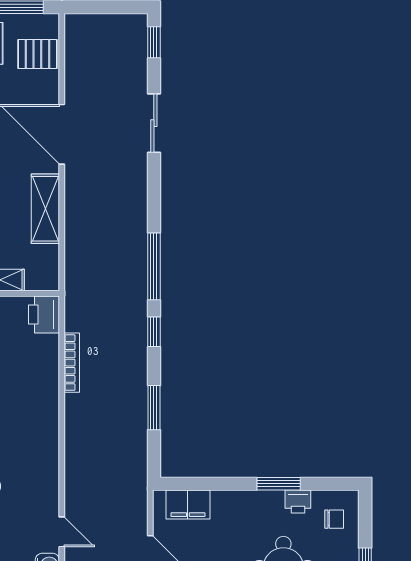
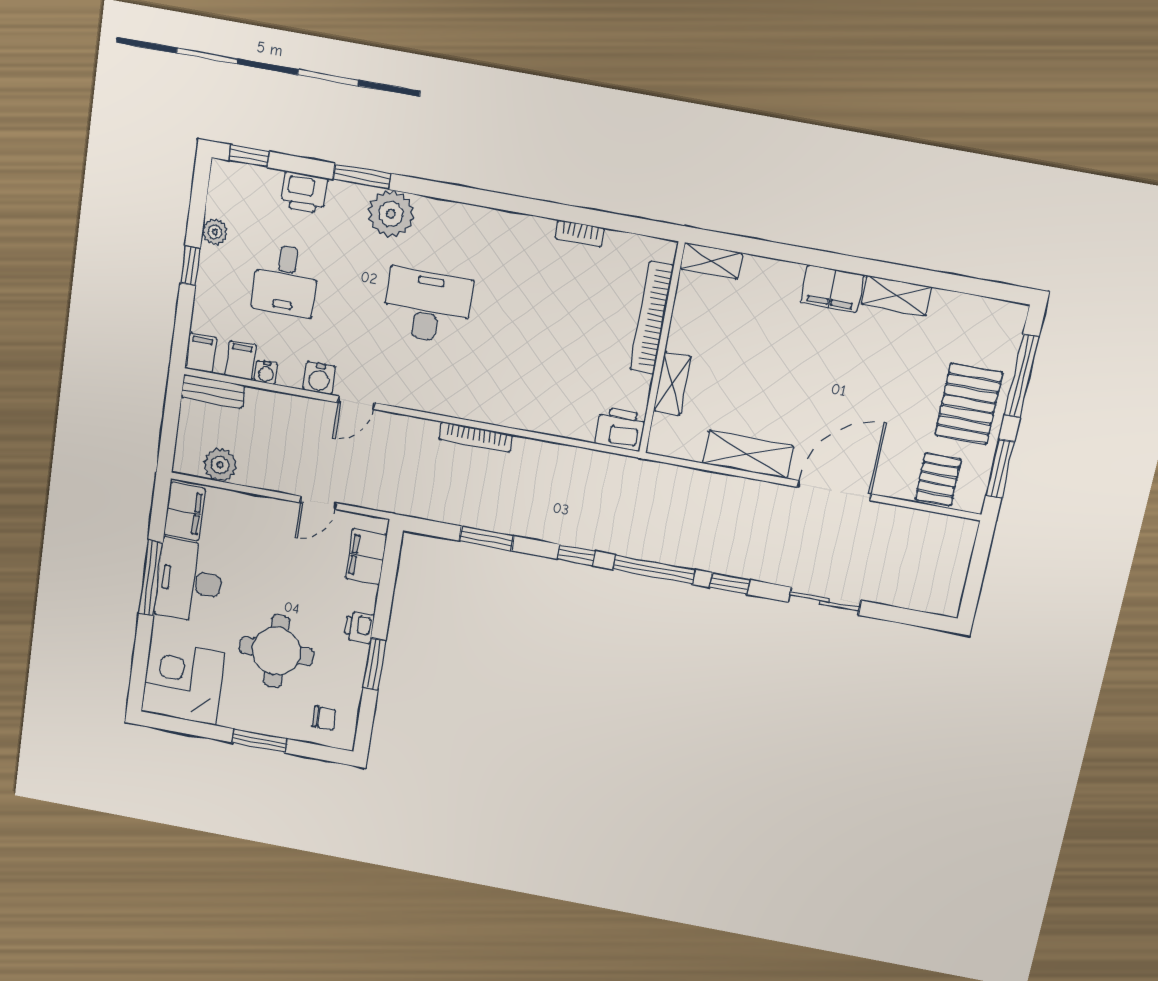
window: (154, 42) -> (730, 584), moved
bookcase: (72, 363) -> (476, 437), moved
printer: (298, 501) -> (359, 627), moved
chair: (334, 519) -> (324, 718), turned -90

